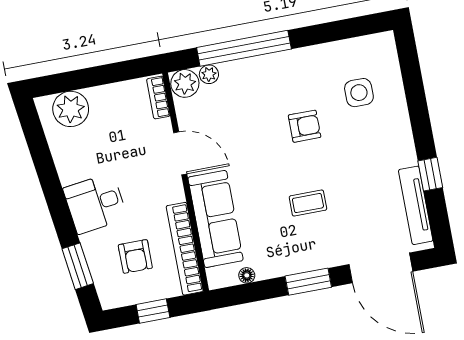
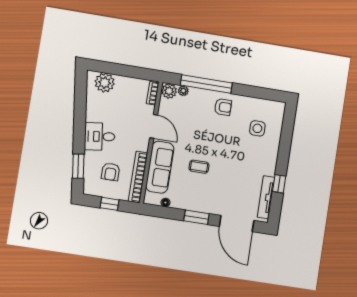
armchair: (305, 126) -> (223, 107), moved
coffee table: (308, 203) -> (199, 167), moved

